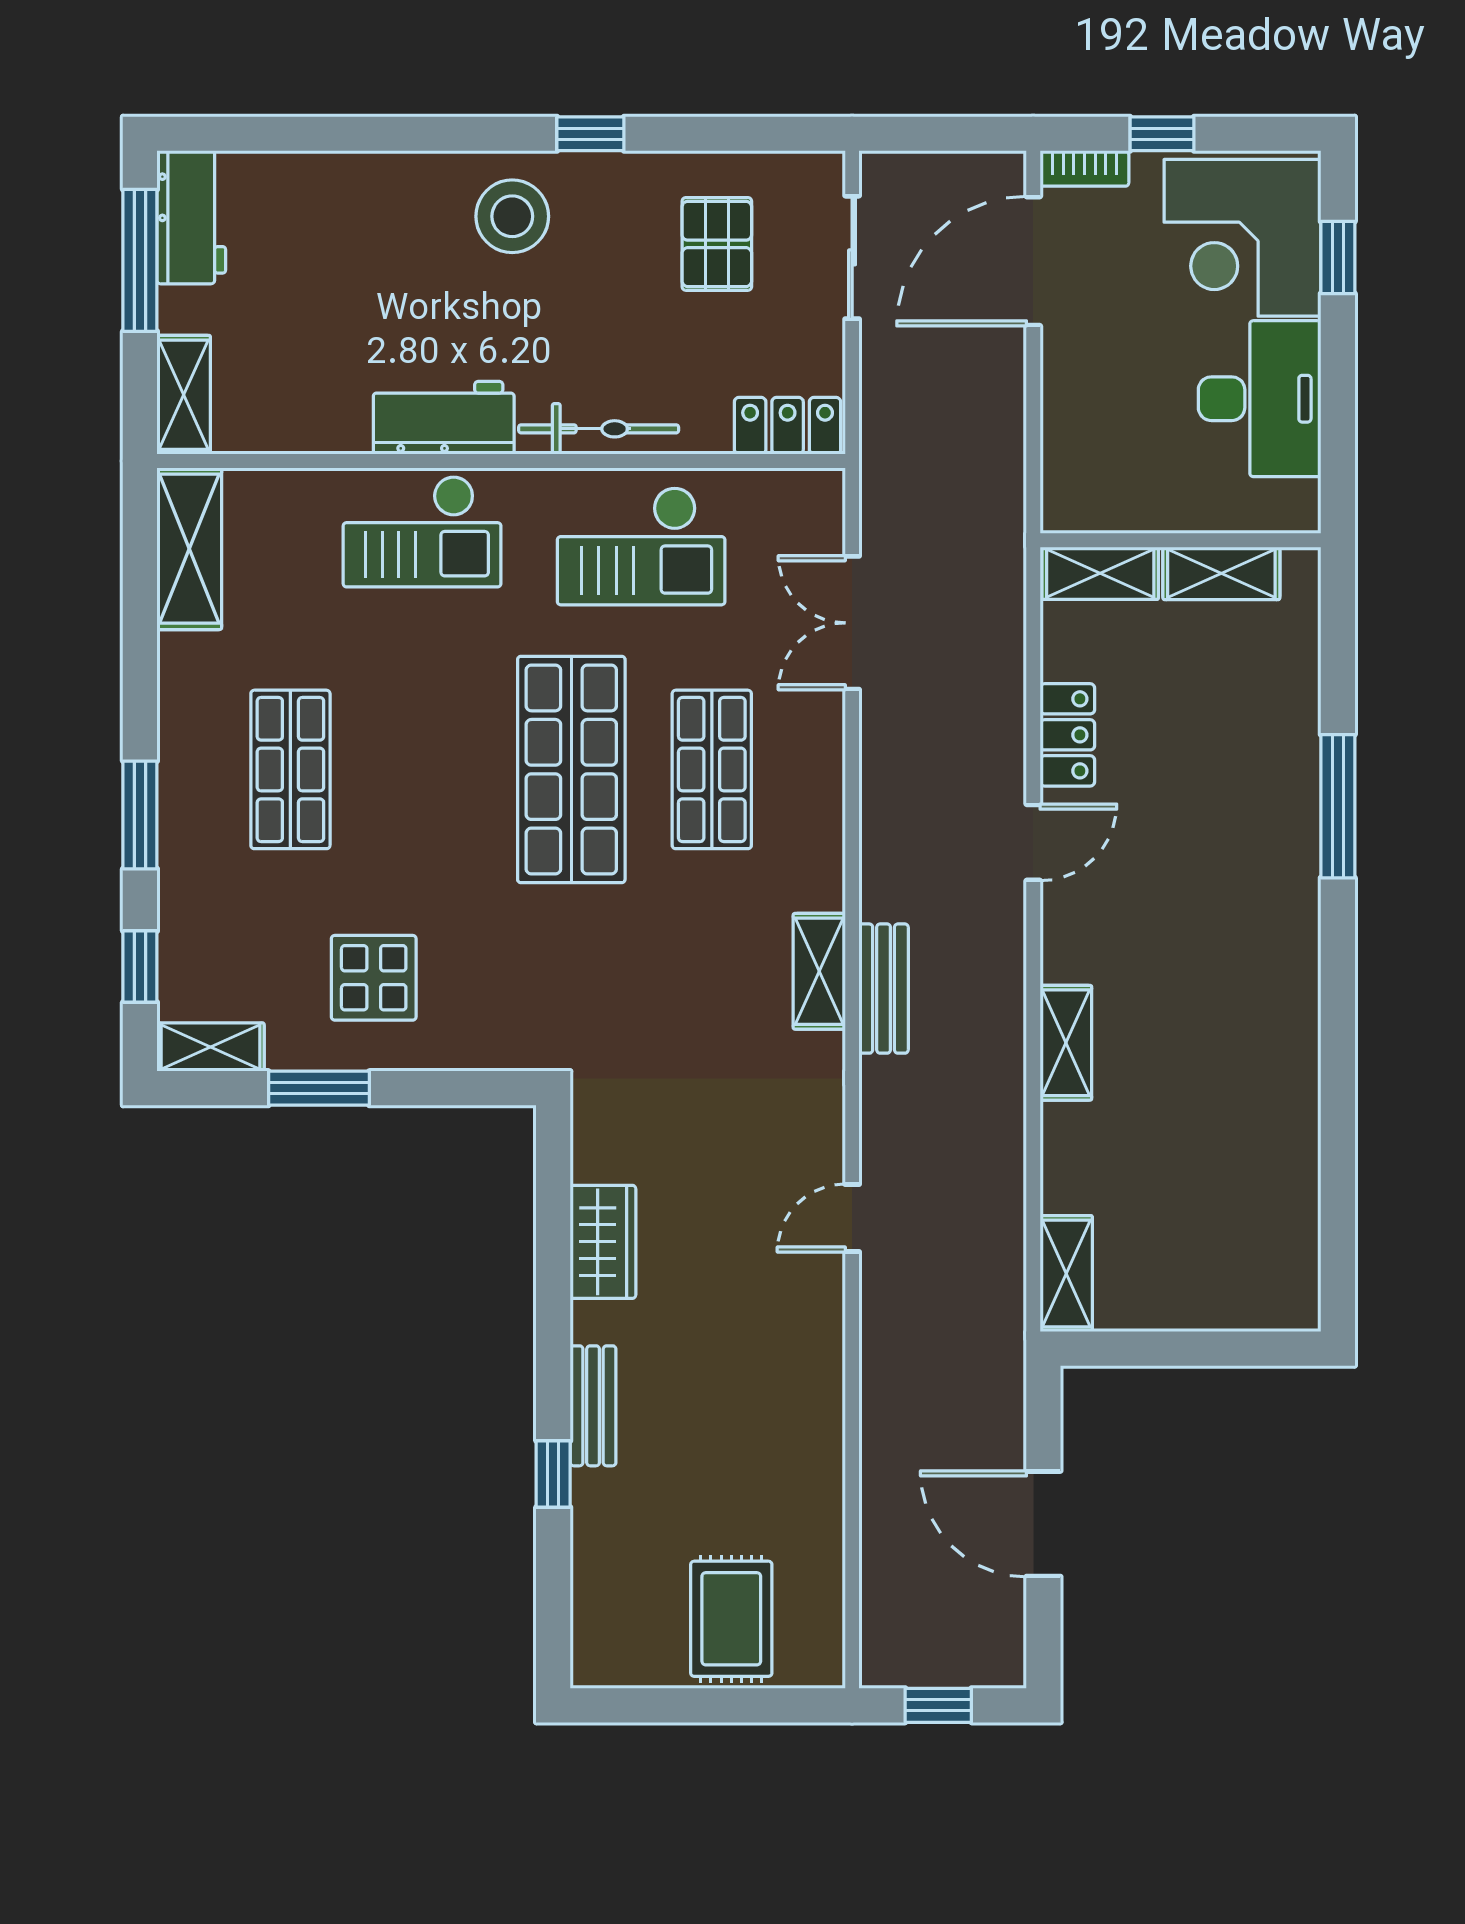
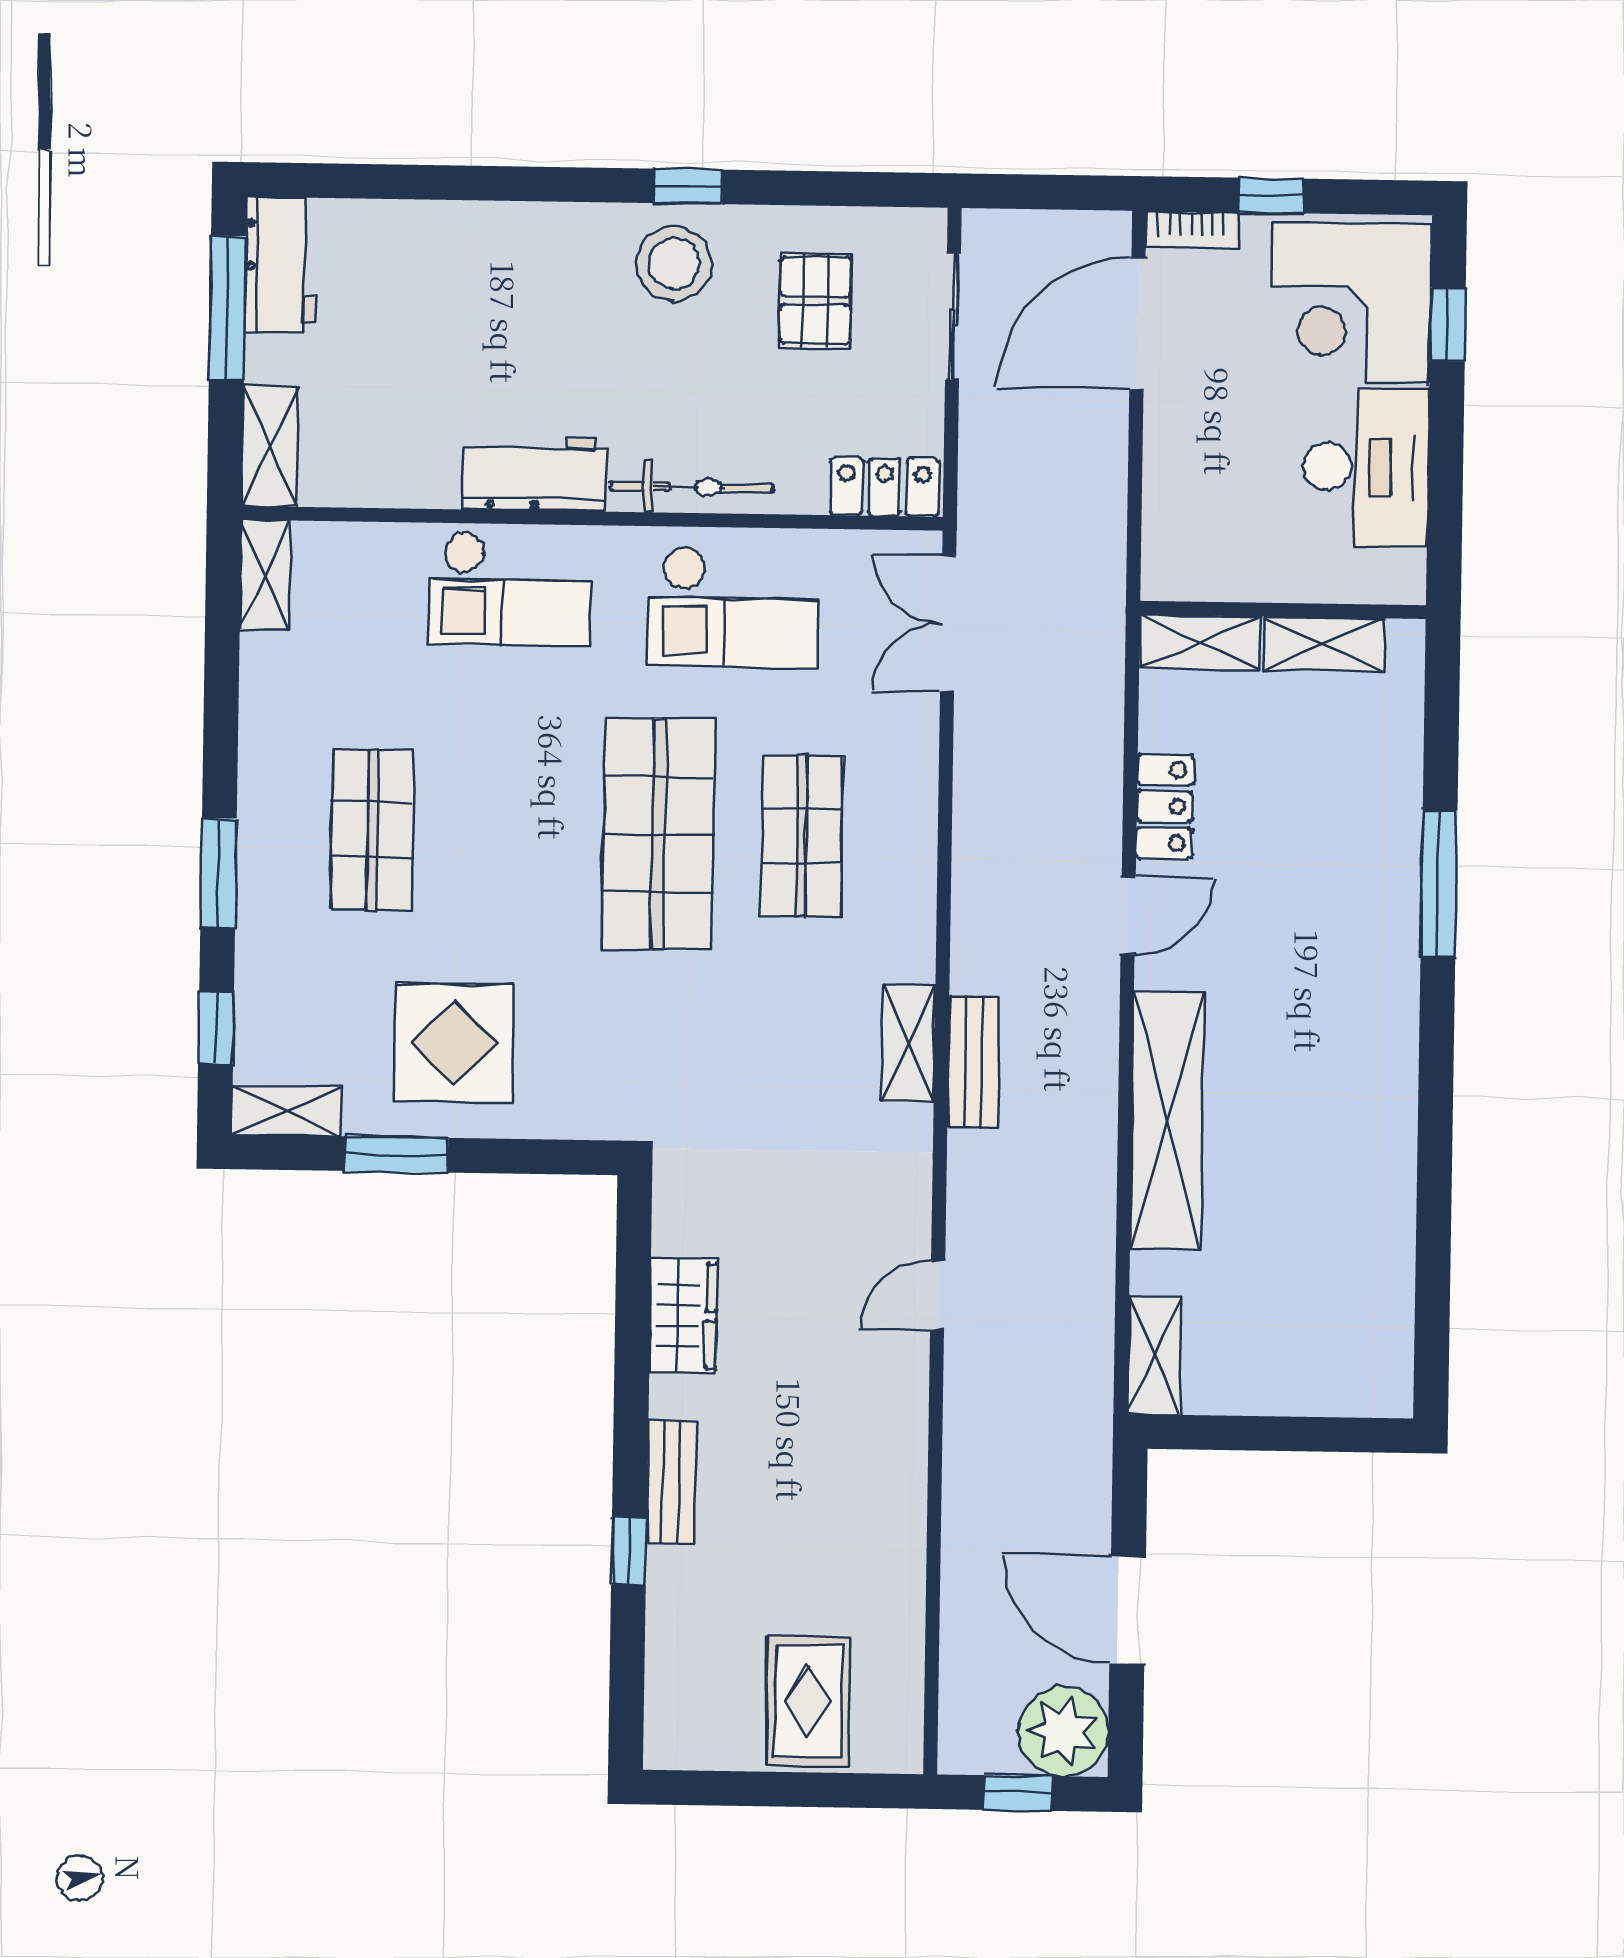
stool: (512, 216) -> (674, 264), moved
shelving: (189, 549) -> (265, 575), width x0.67, depth x0.75
double door: (852, 623) -> (948, 624), moved
display table: (374, 978) -> (454, 1043), width x1.36, depth x1.36
shelving: (1066, 1043) -> (1167, 1120), width x2.20, depth x1.33
plant: (982, 1644) -> (1063, 1731), added

